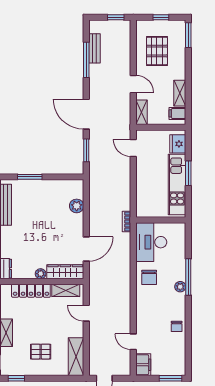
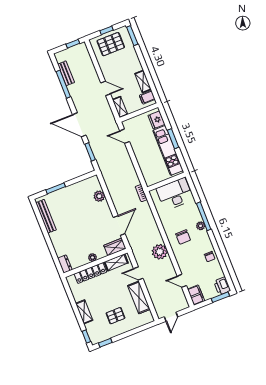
pallet: (157, 51) -> (111, 44), moved, turned 90
desk: (151, 242) -> (175, 194), moved, turned 90
wardrobe: (65, 272) -> (115, 247), width x0.67
chair: (149, 277) -> (183, 237), moved
plant: (121, 298) -> (160, 252), added
shelving: (76, 357) -> (139, 297), moved
printer: (178, 366) -> (222, 286), added

